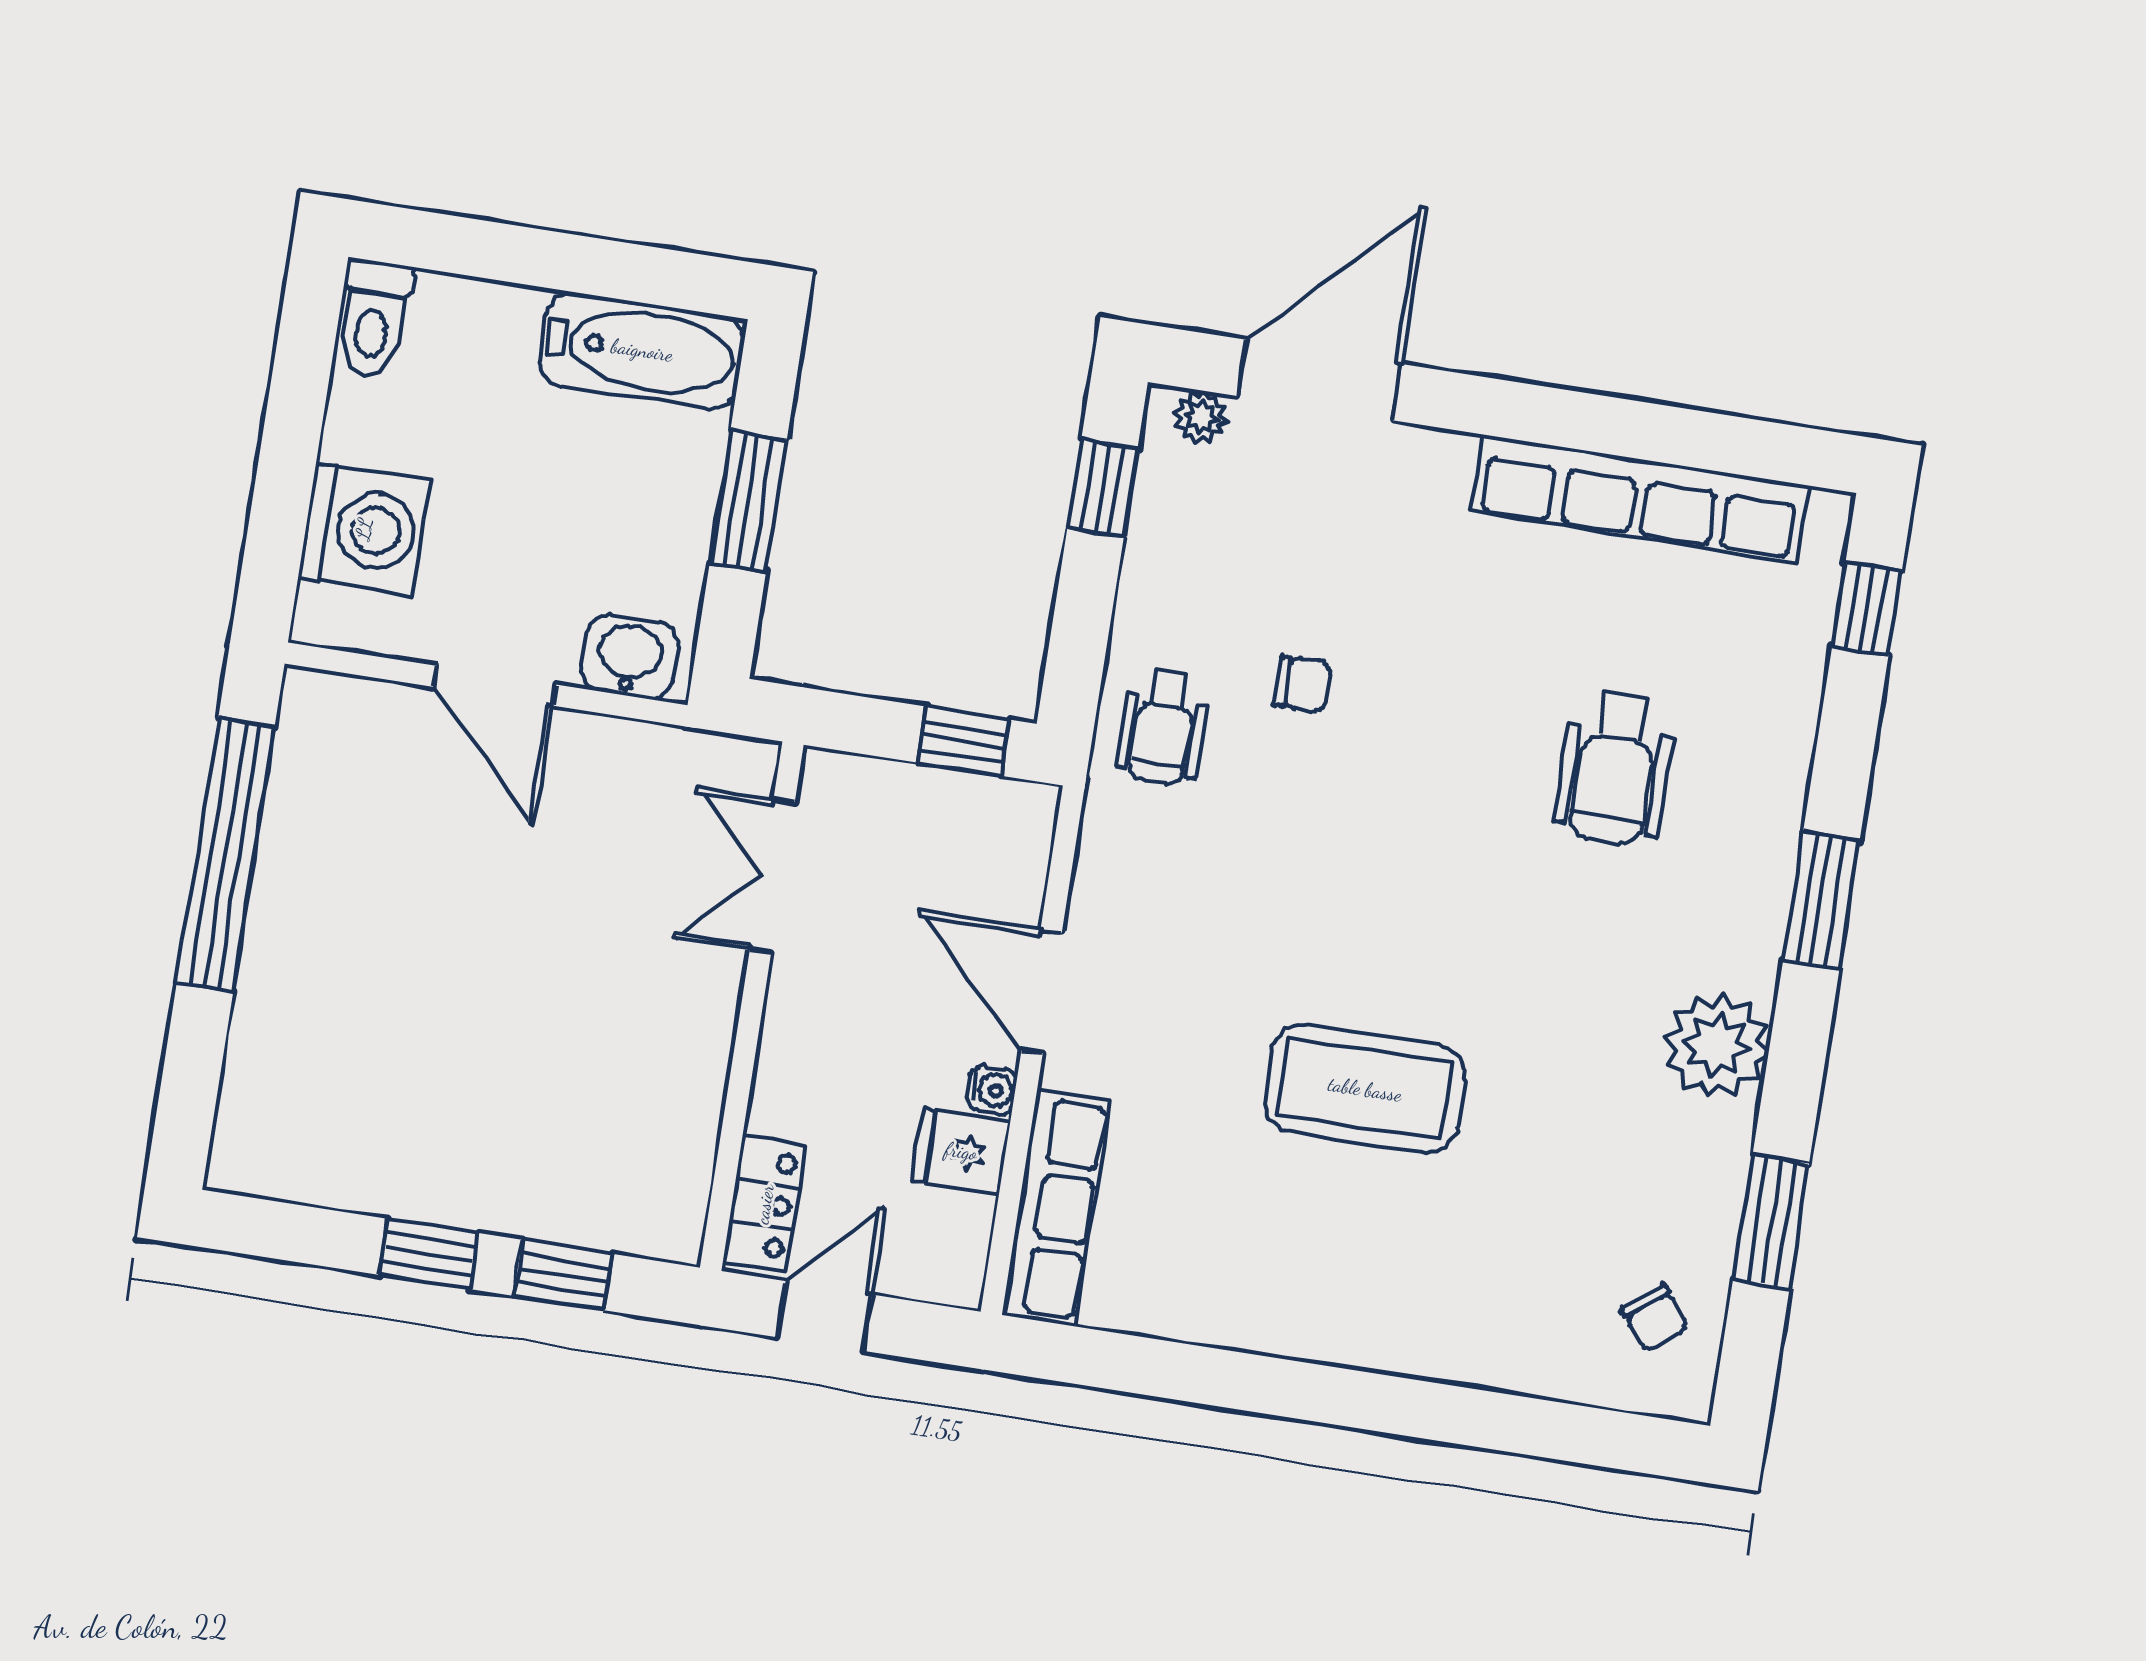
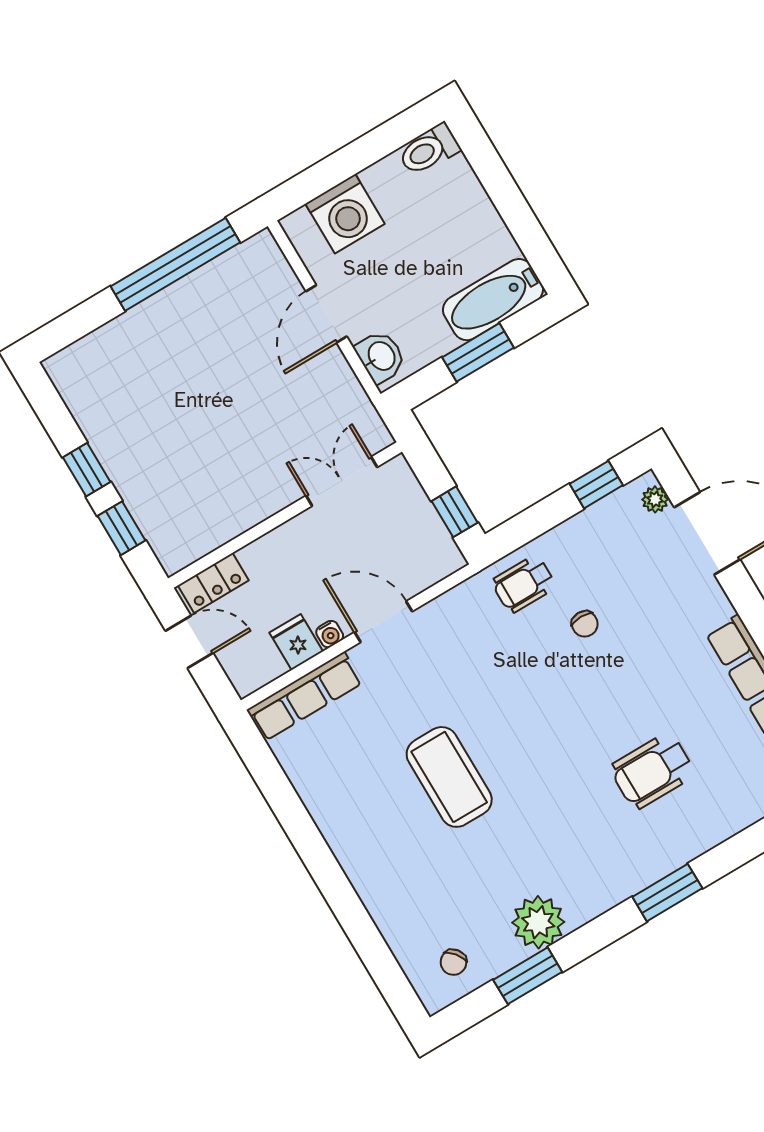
bathtub: (642, 350) -> (493, 300), moved, turned 90
door: (1042, 991) -> (383, 622), hinge flipped
plant: (1716, 1045) -> (538, 922), moved

